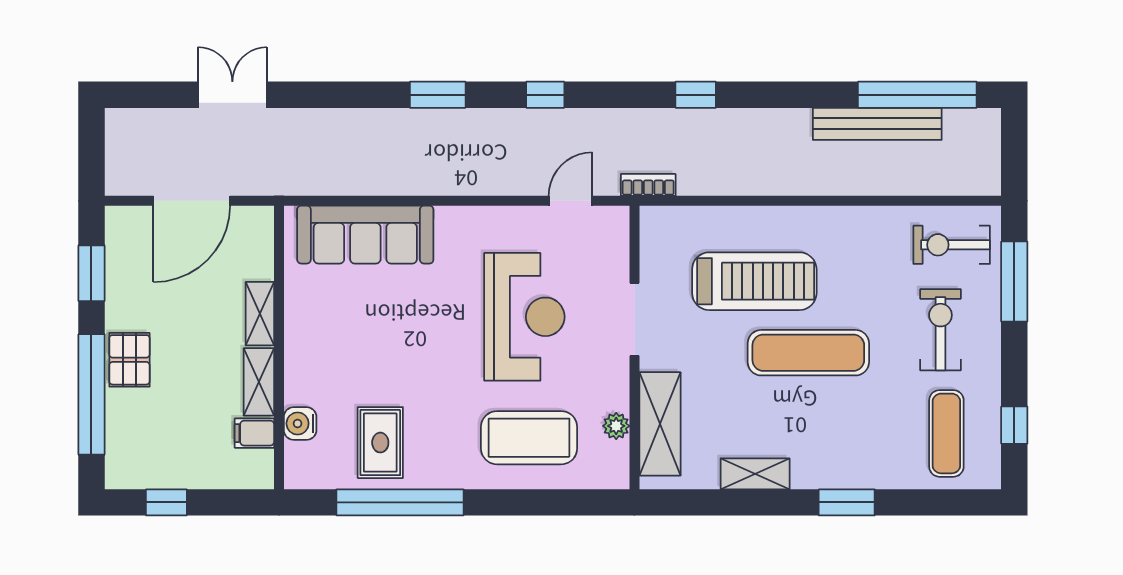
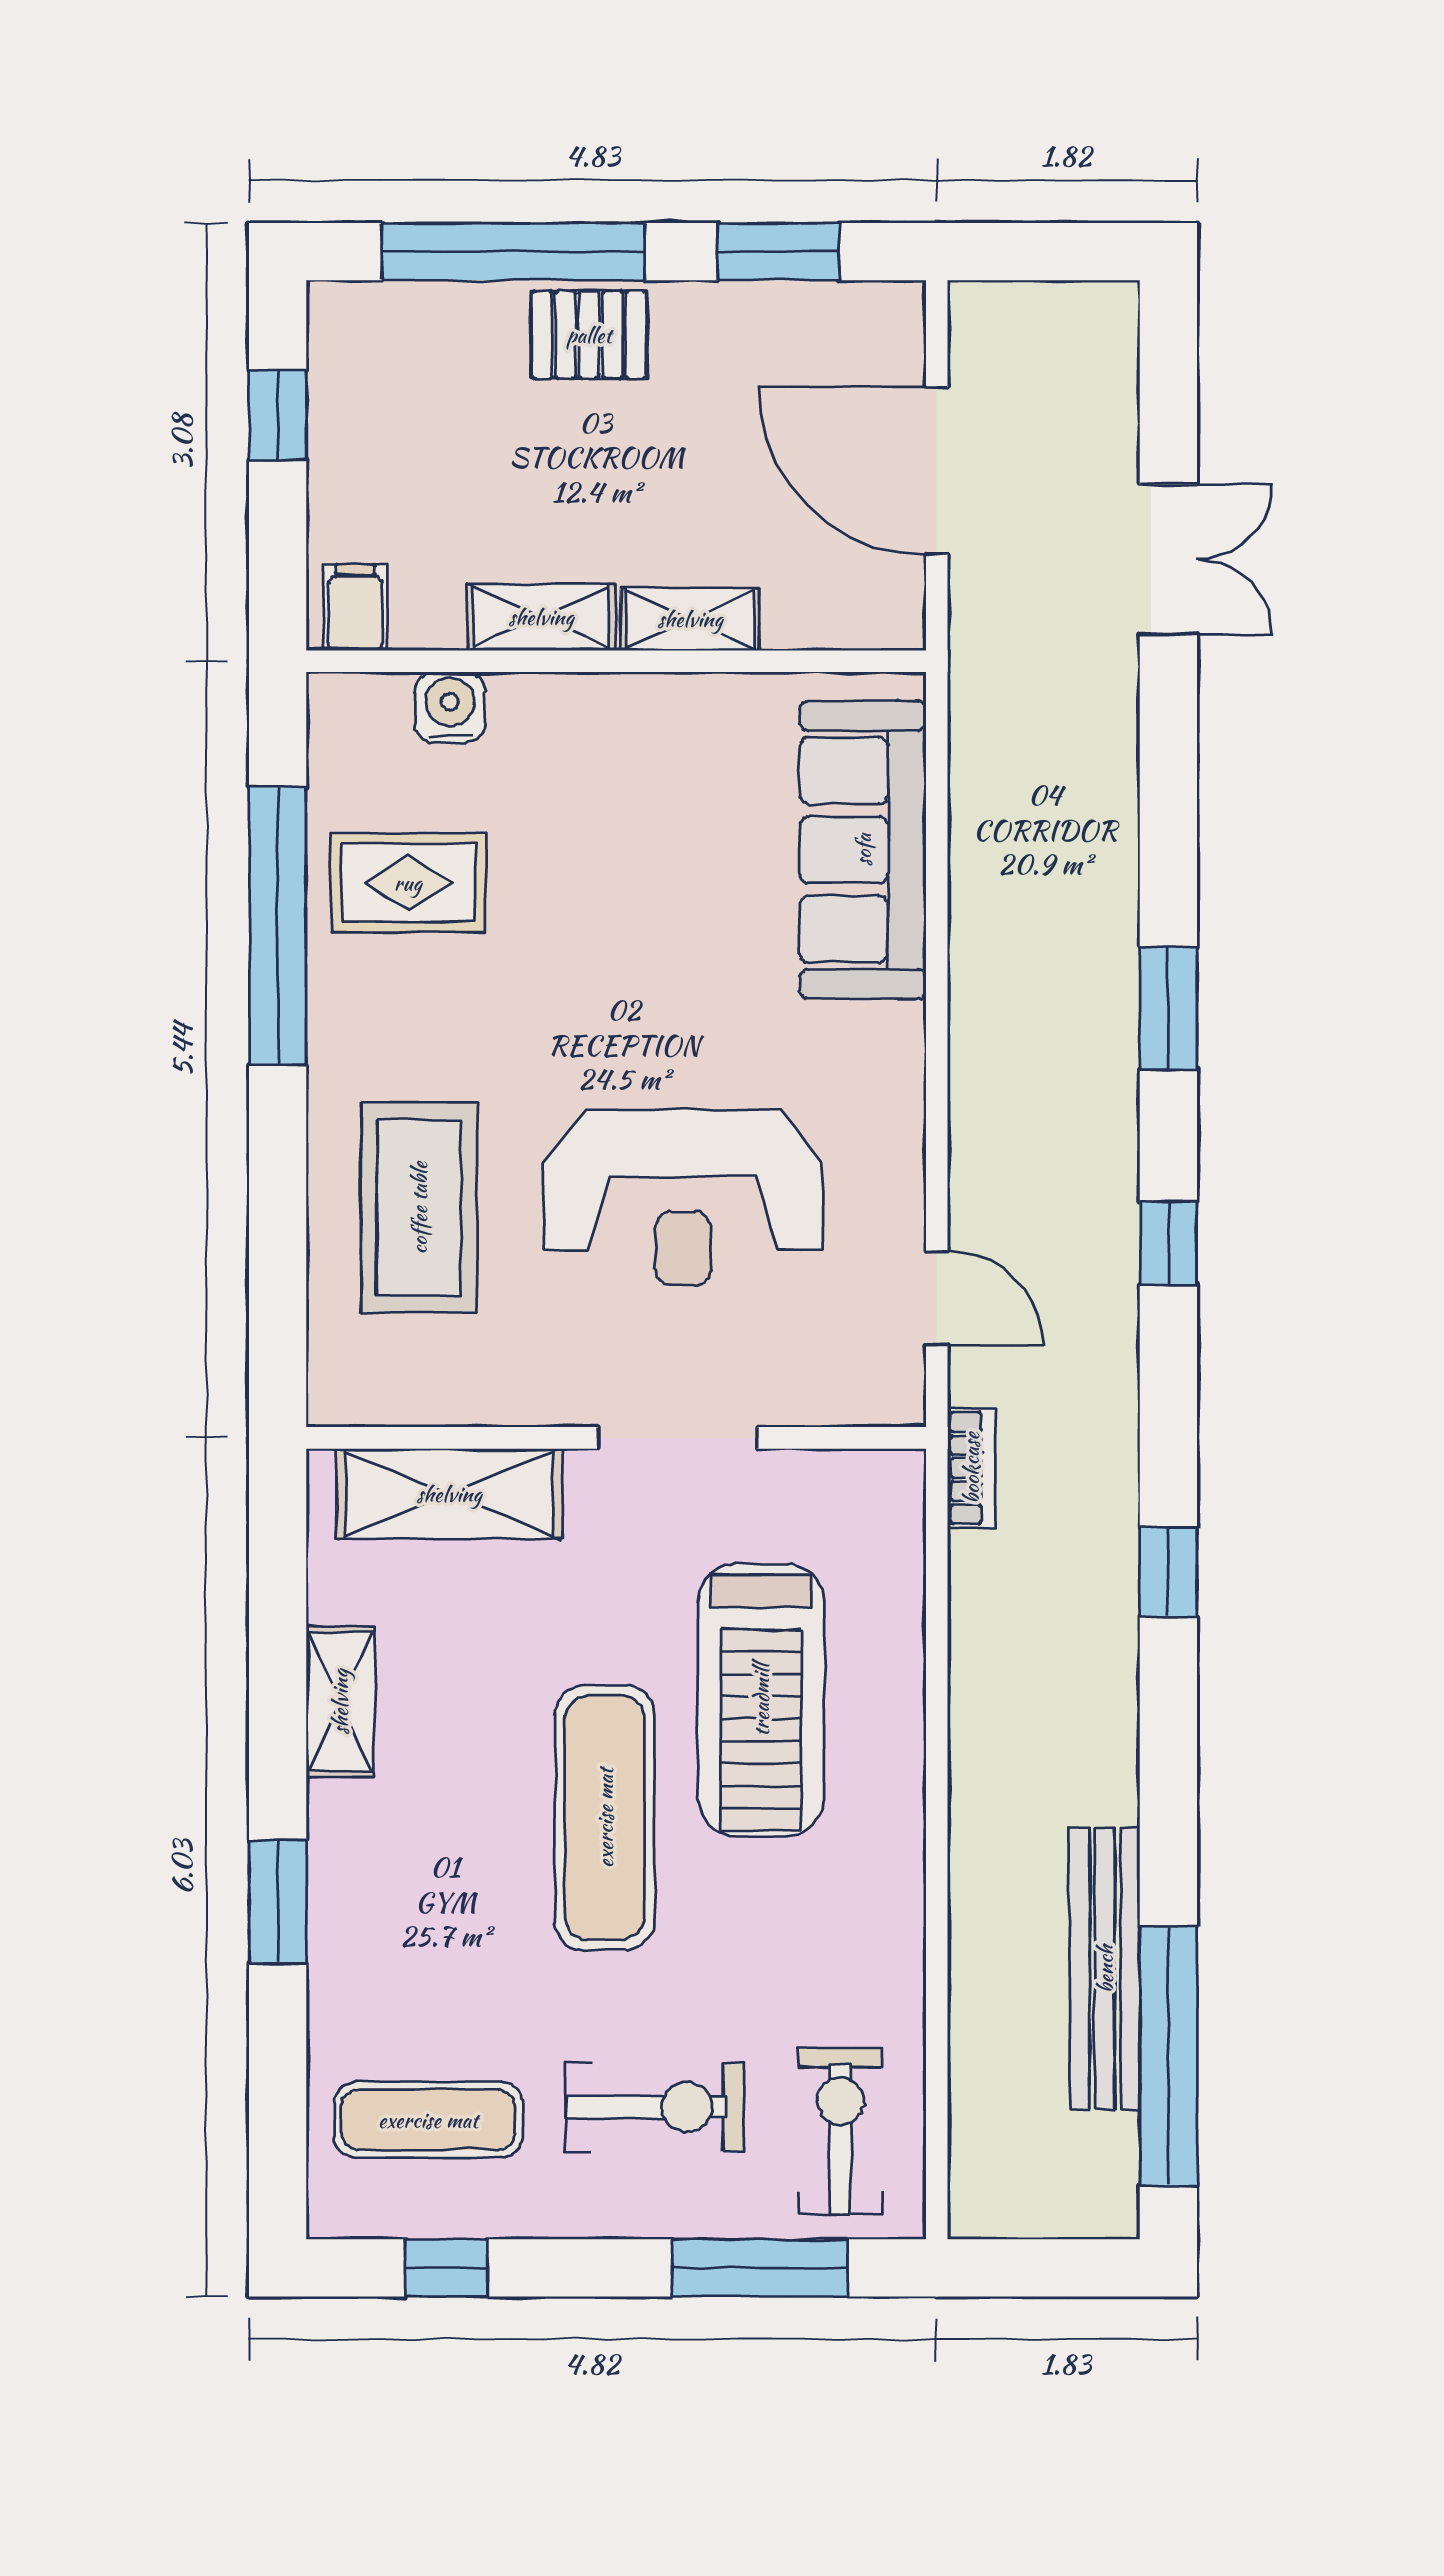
plant: (616, 426) -> (445, 1398), removed
filing cabinet: (254, 433) -> (355, 607), moved

